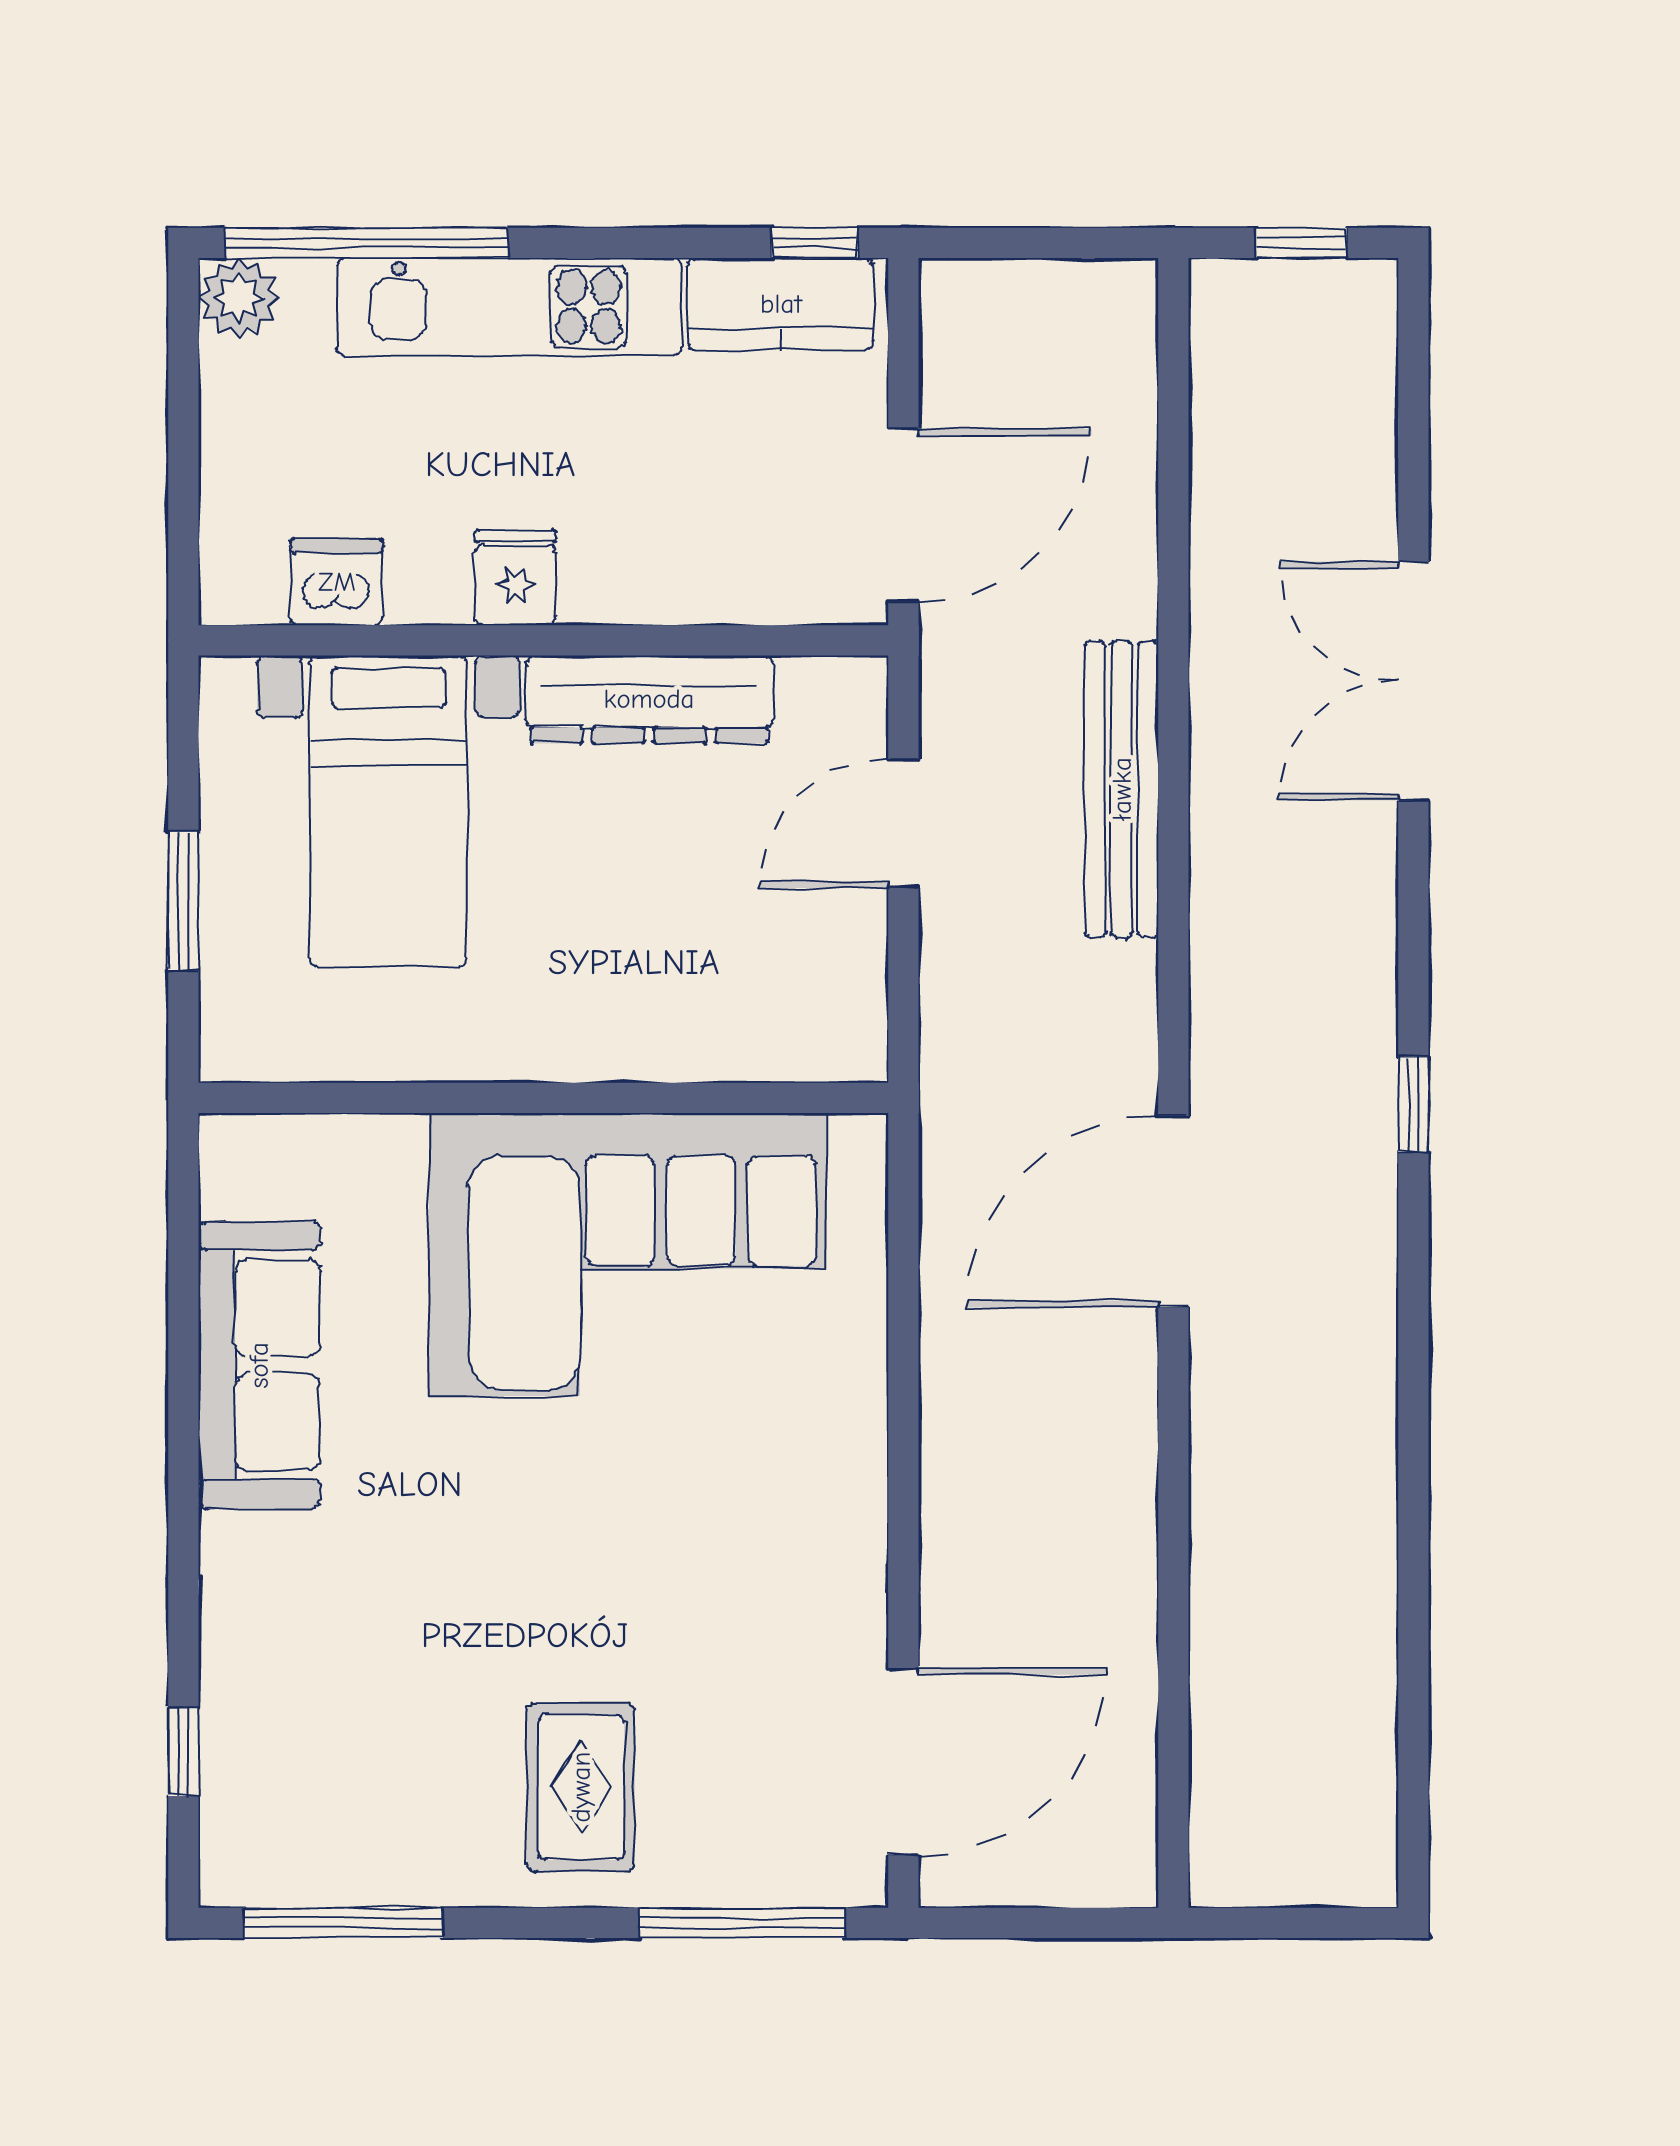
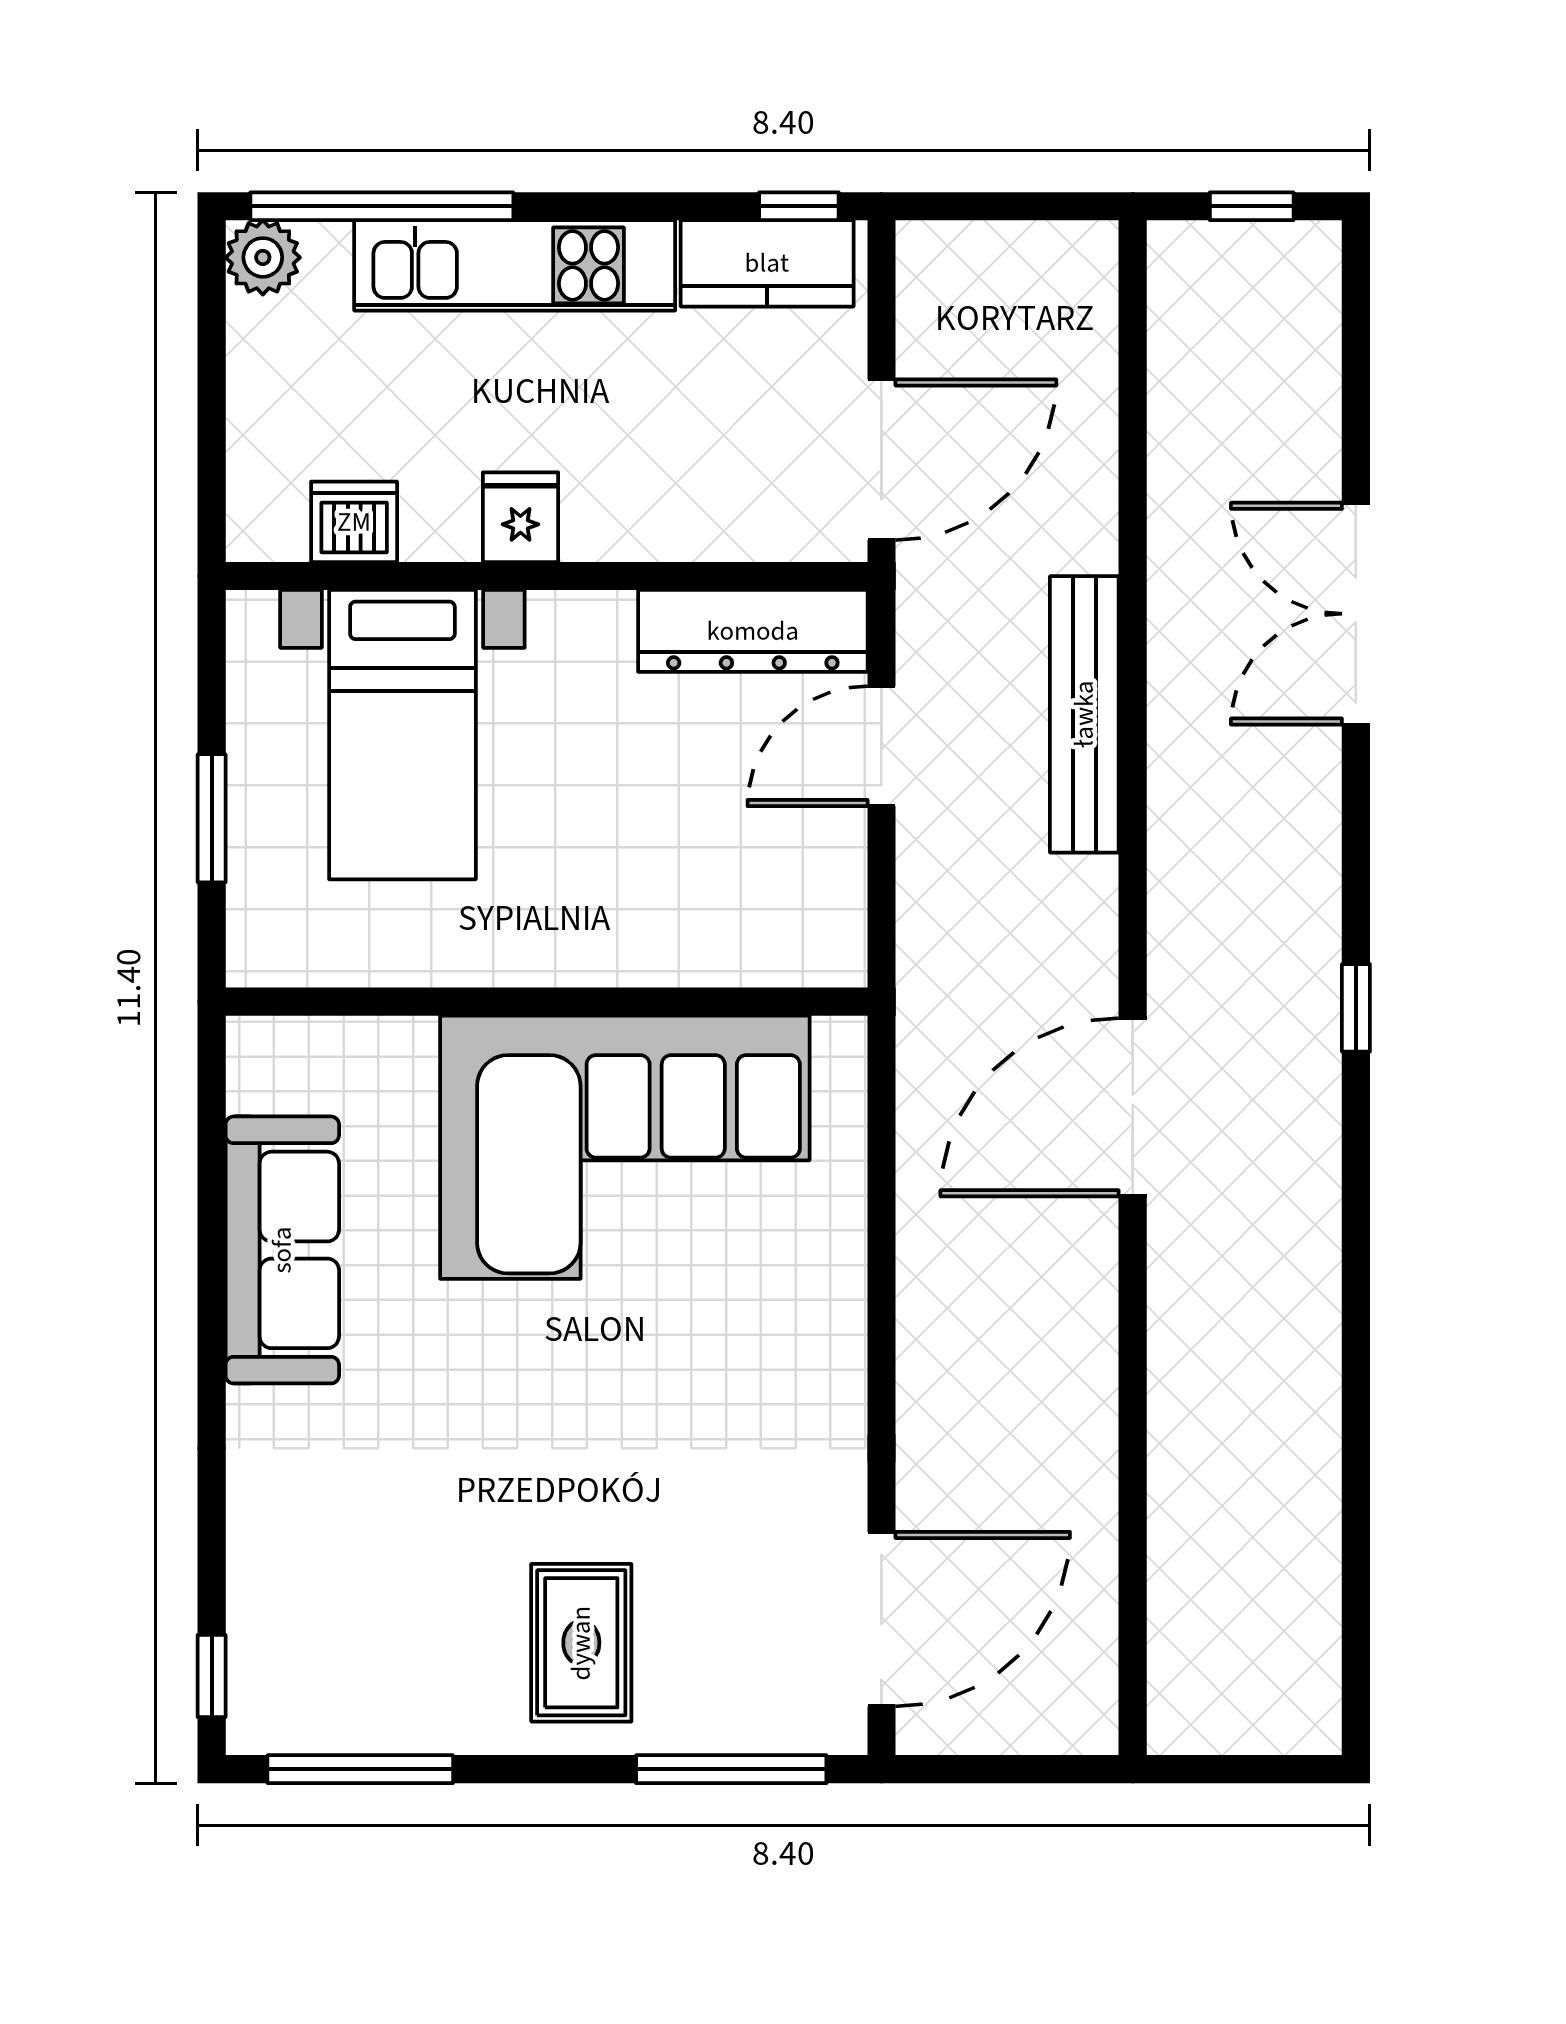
dresser: (649, 699) -> (753, 631), moved
window: (183, 1752) -> (212, 1676), moved

